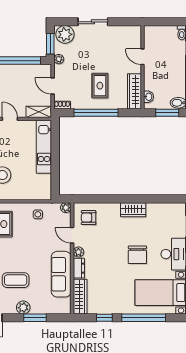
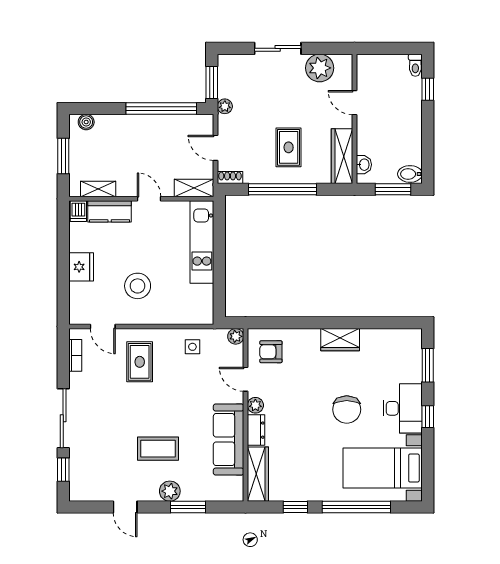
plant: (65, 34) -> (320, 68), moved

